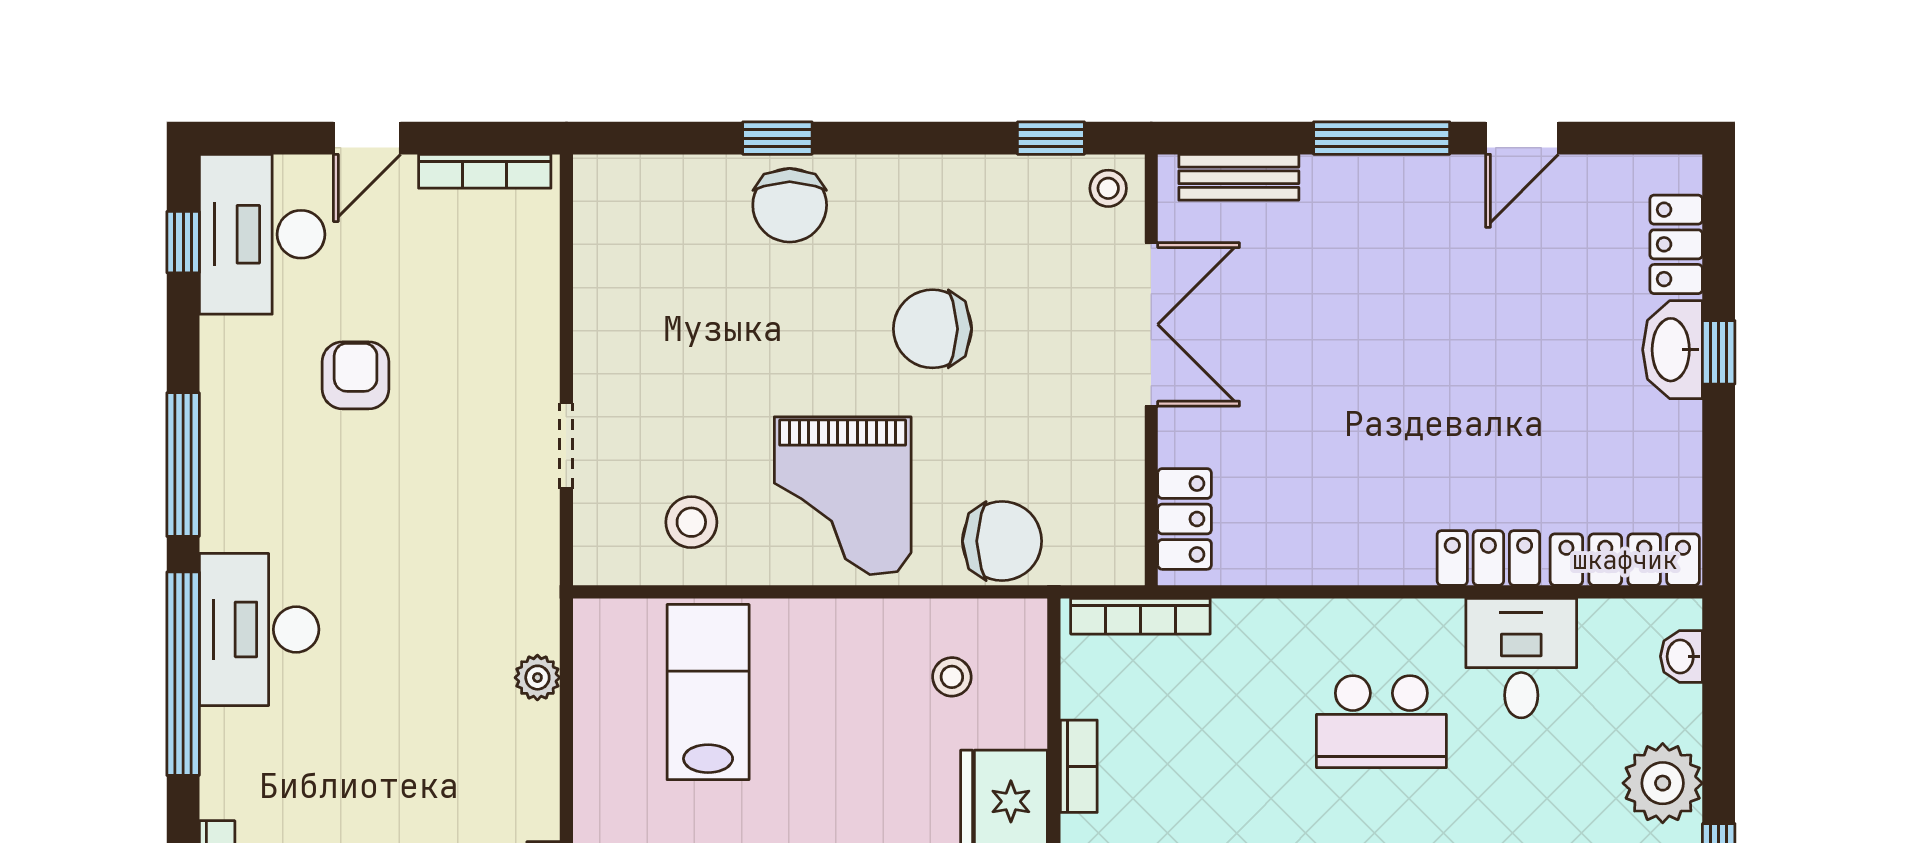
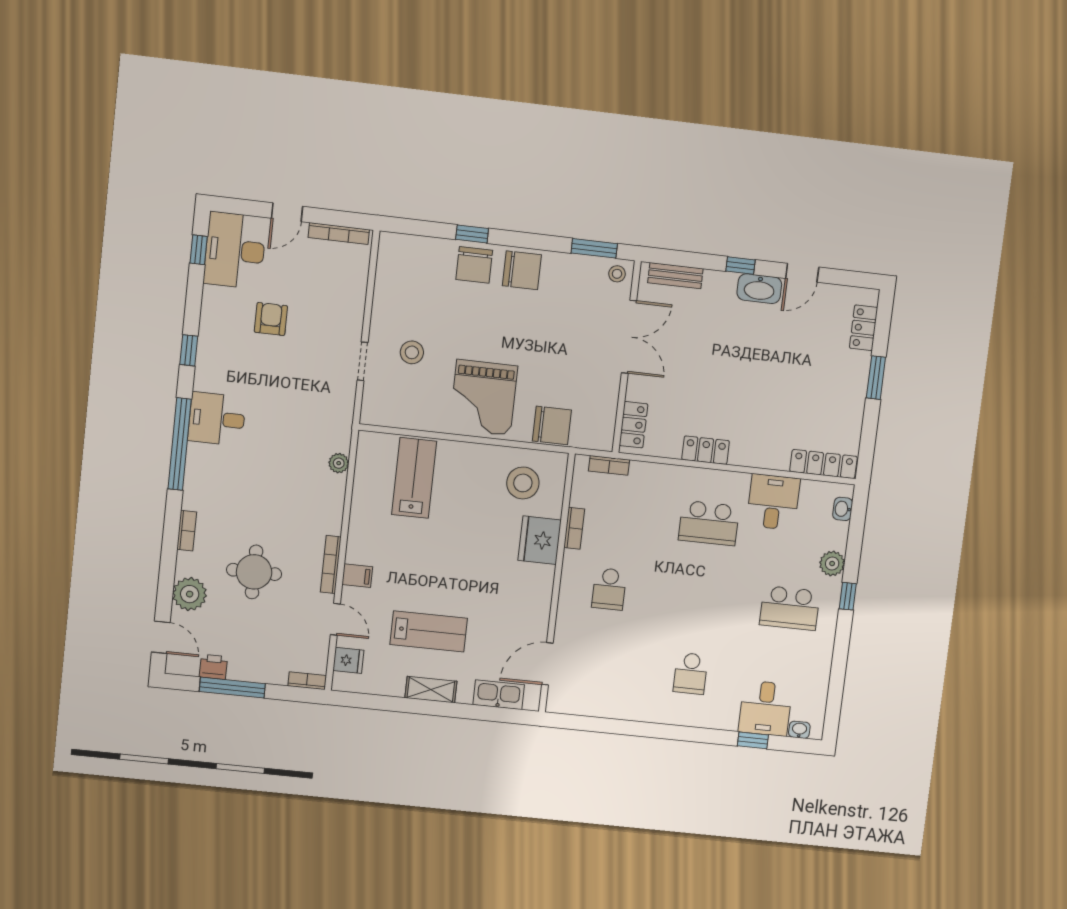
window: (1051, 138) -> (594, 248), width x1.50
window: (1382, 138) -> (740, 266), width x0.46
chair: (932, 329) -> (522, 270), moved, turned 180
washbasin: (1673, 350) -> (759, 289), moved, turned -90
window: (1719, 352) -> (876, 378), width x1.50
window: (183, 465) -> (189, 350), width x0.46
stool: (691, 522) -> (412, 352), moved
locker: (1488, 558) -> (706, 450), moved
bookcase: (1140, 616) -> (609, 465), width x0.64
desk: (259, 629) -> (217, 419), width x0.73
stool: (952, 677) -> (523, 483), width x1.89, depth x1.89
plant: (1663, 783) -> (832, 563), width x0.73, depth x0.73

